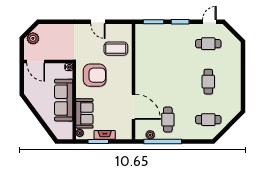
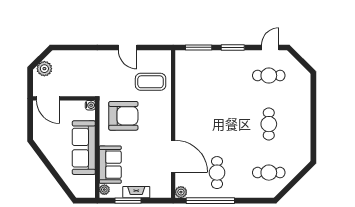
plant: (150, 135) -> (181, 192), moved

